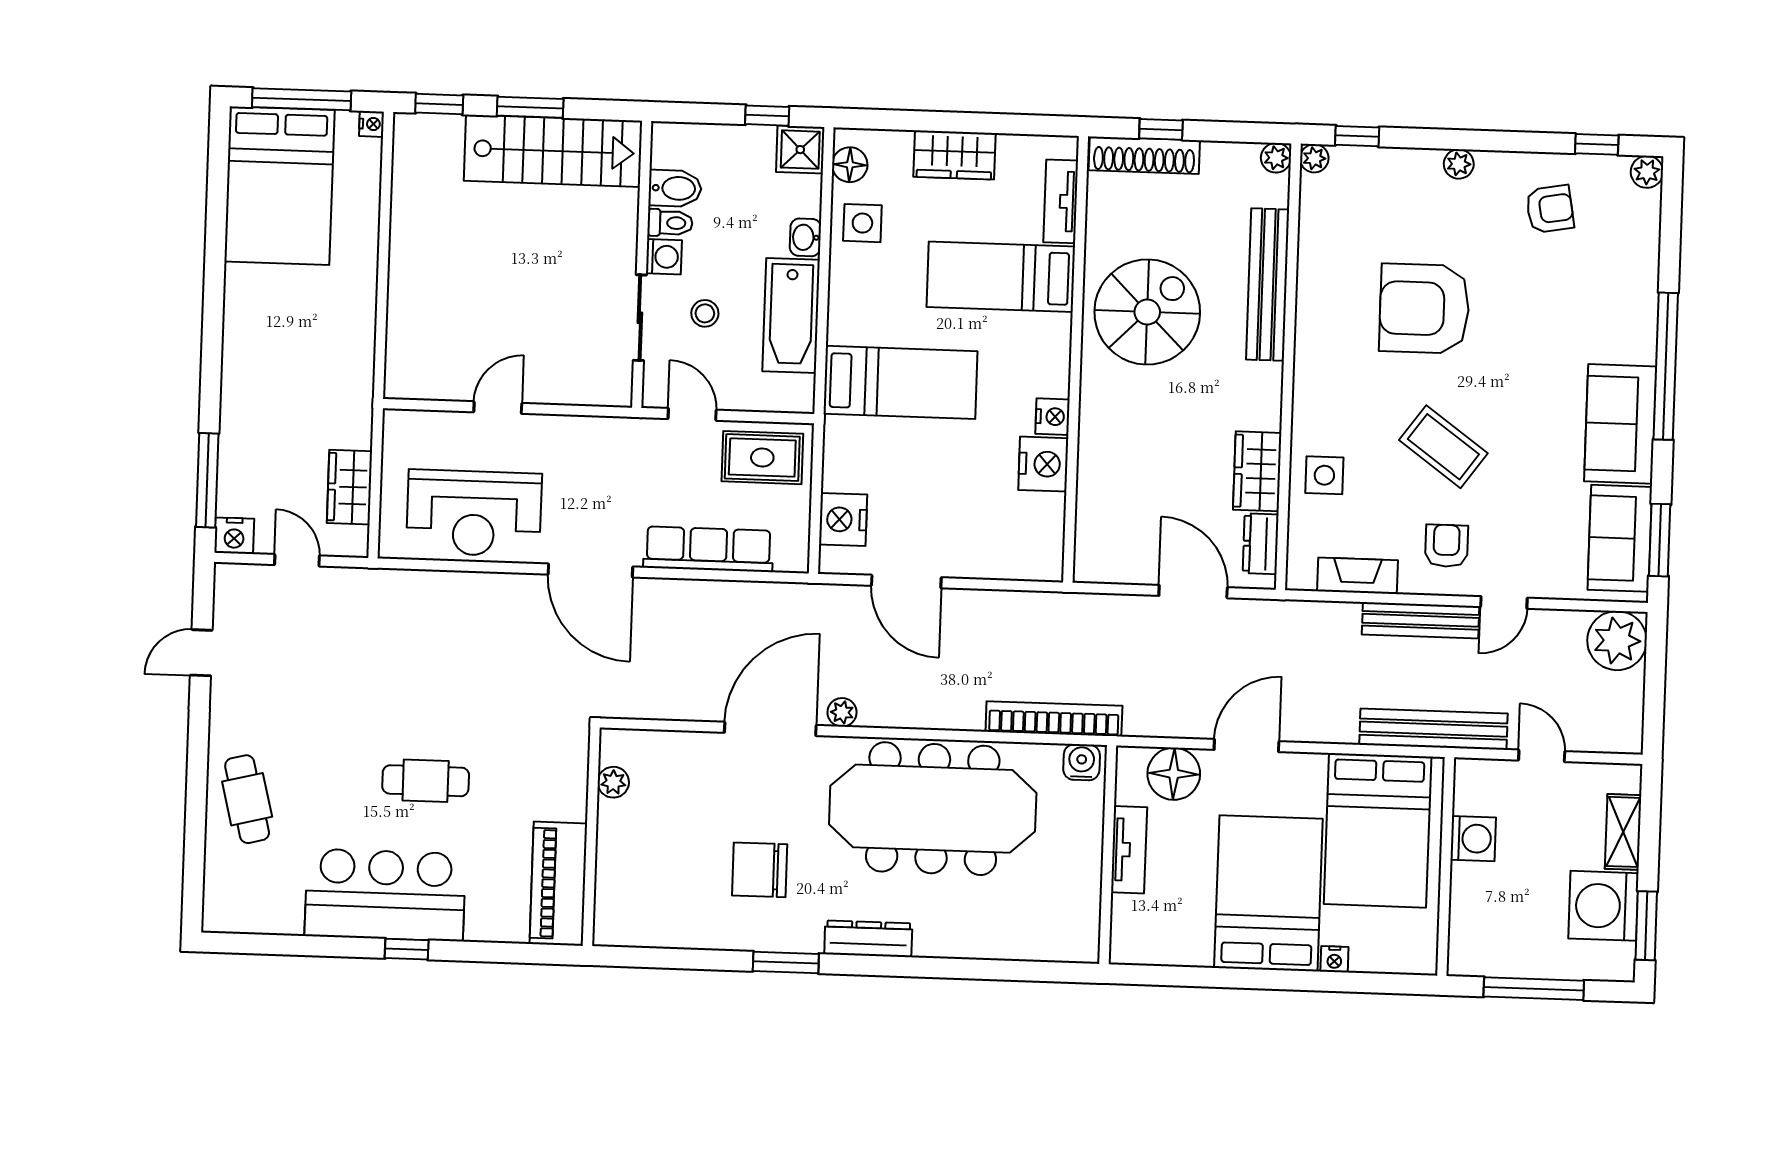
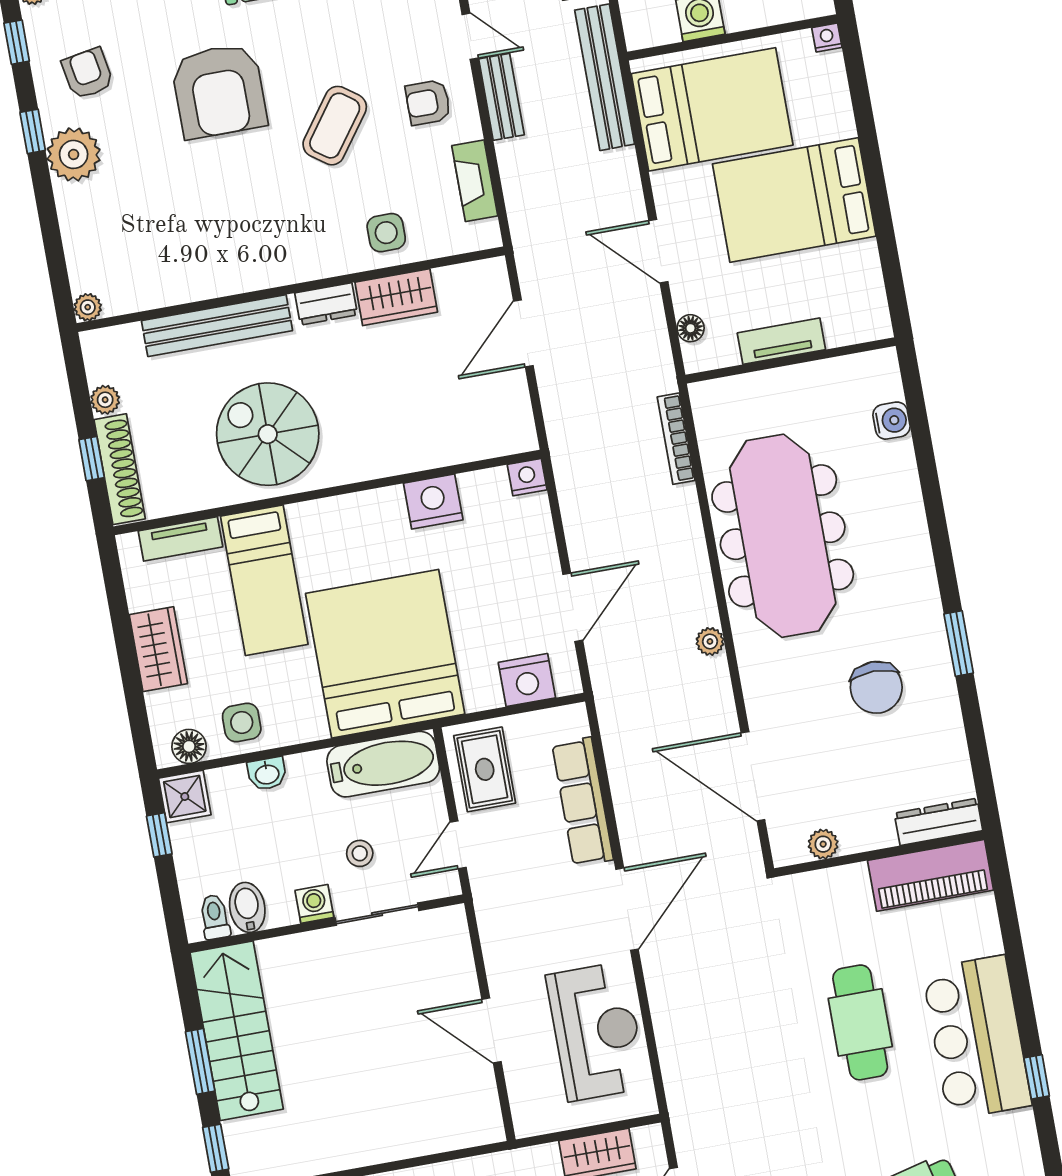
window: (1357, 136) -> (33, 131), moved
plant: (1276, 158) -> (105, 400), moved
plant: (1459, 164) -> (74, 154), width x1.88, depth x1.88
toilet: (670, 223) -> (215, 917), moved
armchair: (1424, 309) -> (219, 91), moved
bathtub: (791, 315) -> (383, 764), moved
bed: (900, 382) -> (385, 654), width x2.04
door: (498, 408) -> (492, 1030), width x1.38
nightstand: (1053, 417) -> (527, 477), moved
dresser: (1261, 544) -> (326, 304), moved
bench: (1421, 620) -> (501, 97), width x0.73
bookcase: (1054, 719) -> (676, 439), width x0.68, depth x0.76
door: (770, 729) -> (753, 776), moved
water cooler: (1082, 762) -> (892, 421), moved, turned 180
floor lamp: (1174, 774) -> (691, 328), width x0.53, depth x0.53
cafe table: (426, 781) -> (860, 1022), width x1.37, depth x1.35
dresser: (868, 939) -> (939, 822), moved, turned 90
window: (407, 949) -> (1037, 1077), moved
nightstand: (1334, 959) -> (827, 38), moved, turned -90

